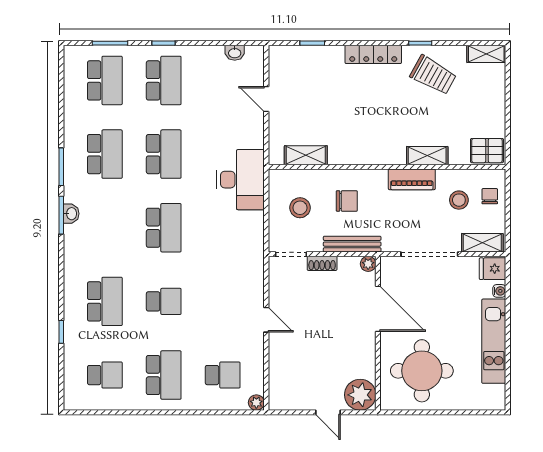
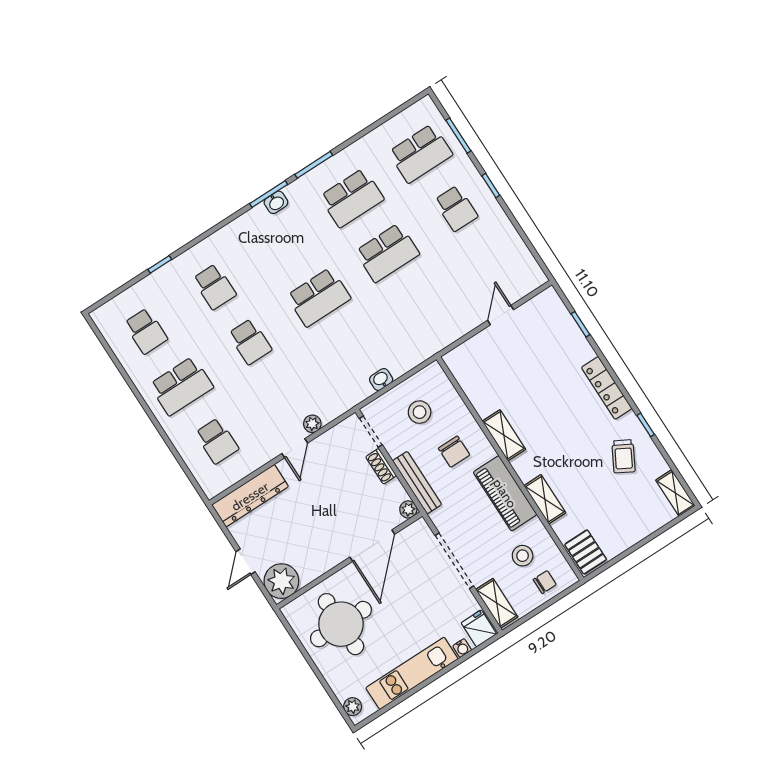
washbasin: (235, 53) -> (381, 380), moved, turned 90
trolley: (433, 75) -> (624, 456), width x0.73, depth x0.72
school desk: (164, 80) -> (456, 208), width x0.54
shelving: (306, 155) -> (504, 435), moved
piano: (412, 179) -> (505, 493), width x1.37, depth x1.33
desk: (241, 180) -> (410, 340), removed
school desk: (105, 301) -> (214, 287), width x0.54
dresser: (280, 377) -> (250, 496), added
plant: (490, 402) -> (353, 707), added
plant: (256, 403) -> (312, 424), moved

